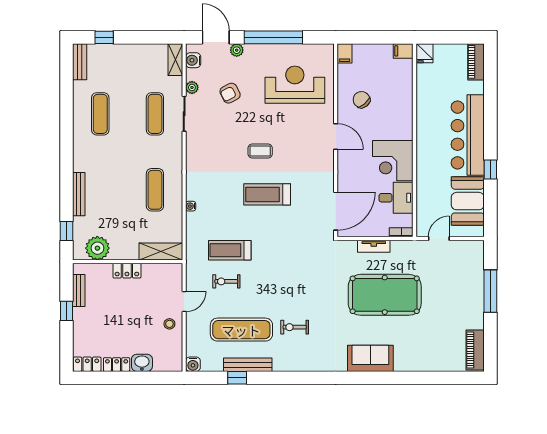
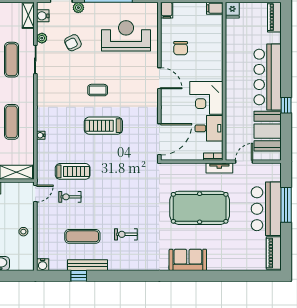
chair: (362, 100) -> (181, 48), turned -139
tv unit: (374, 246) -> (219, 168), moved
treadmill: (230, 250) -> (73, 171), turned 180
bar counter: (466, 296) -> (266, 209), added
door: (184, 302) -> (35, 194), moved
exercise mat: (241, 330) -> (82, 236), width x0.73, depth x0.69

